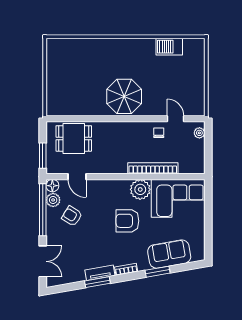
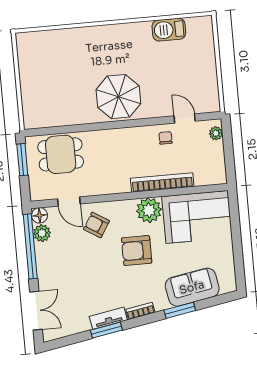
window: (43, 156) -> (22, 160), moved
armchair: (72, 216) -> (96, 225), moved

